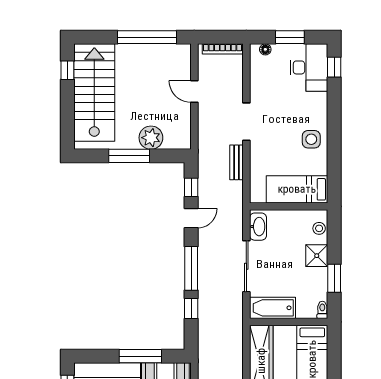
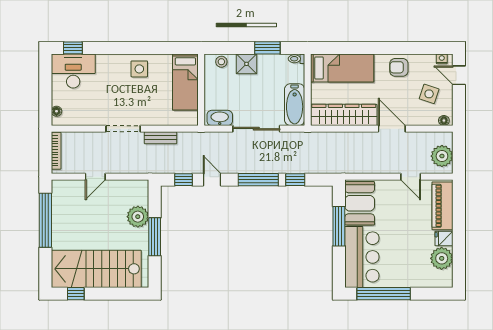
window: (290, 37) -> (45, 89), removed

